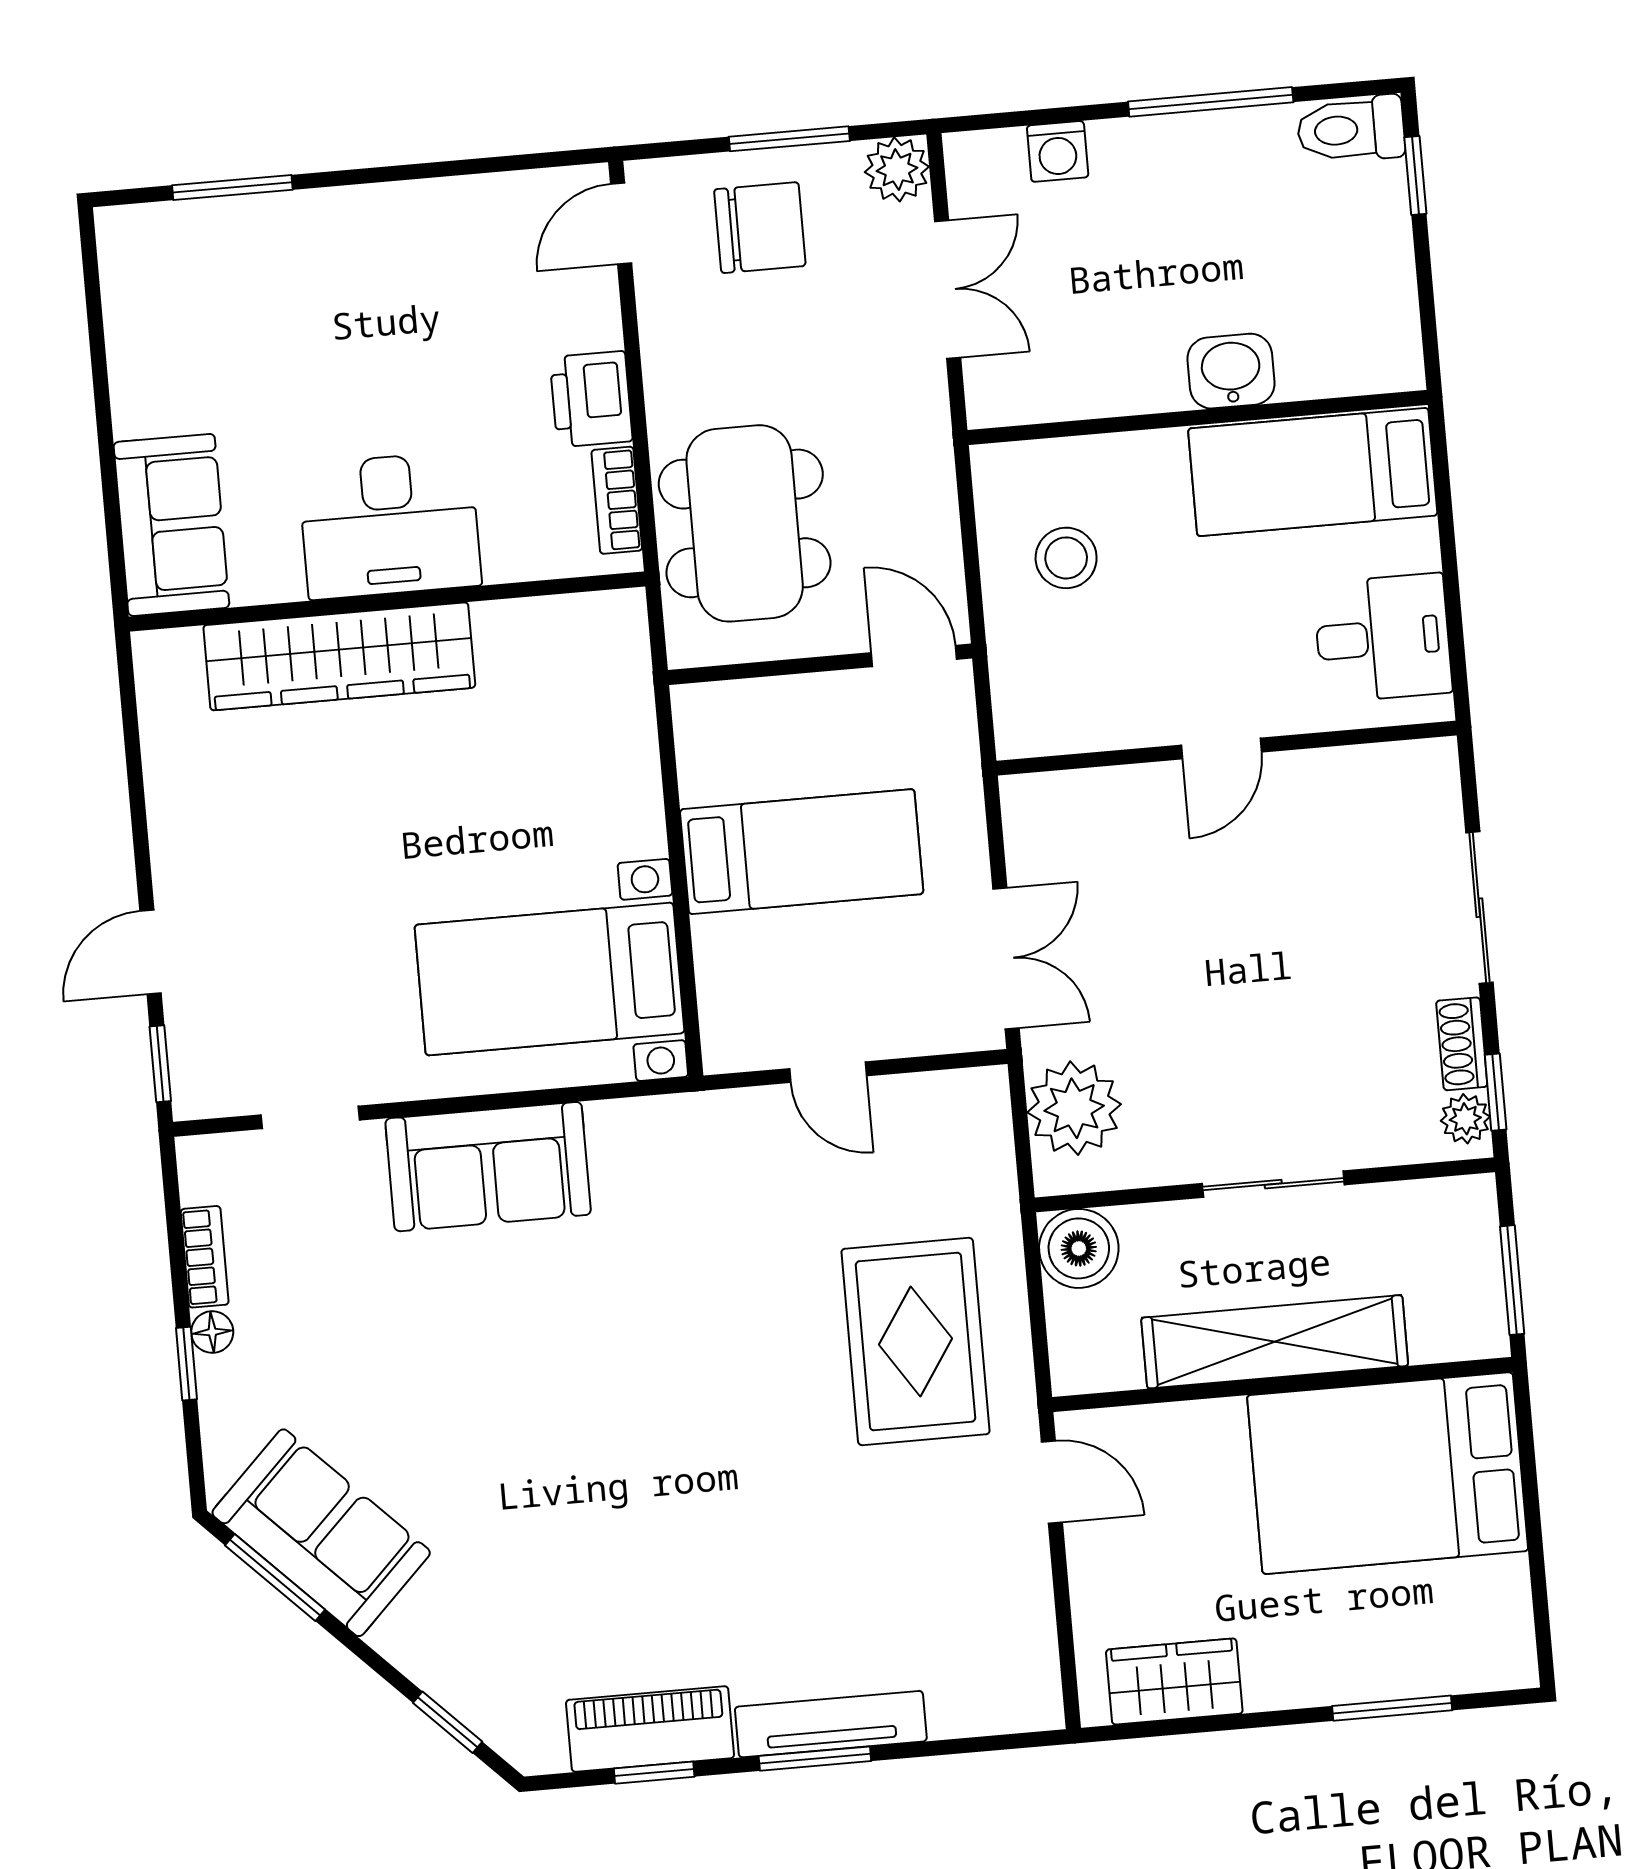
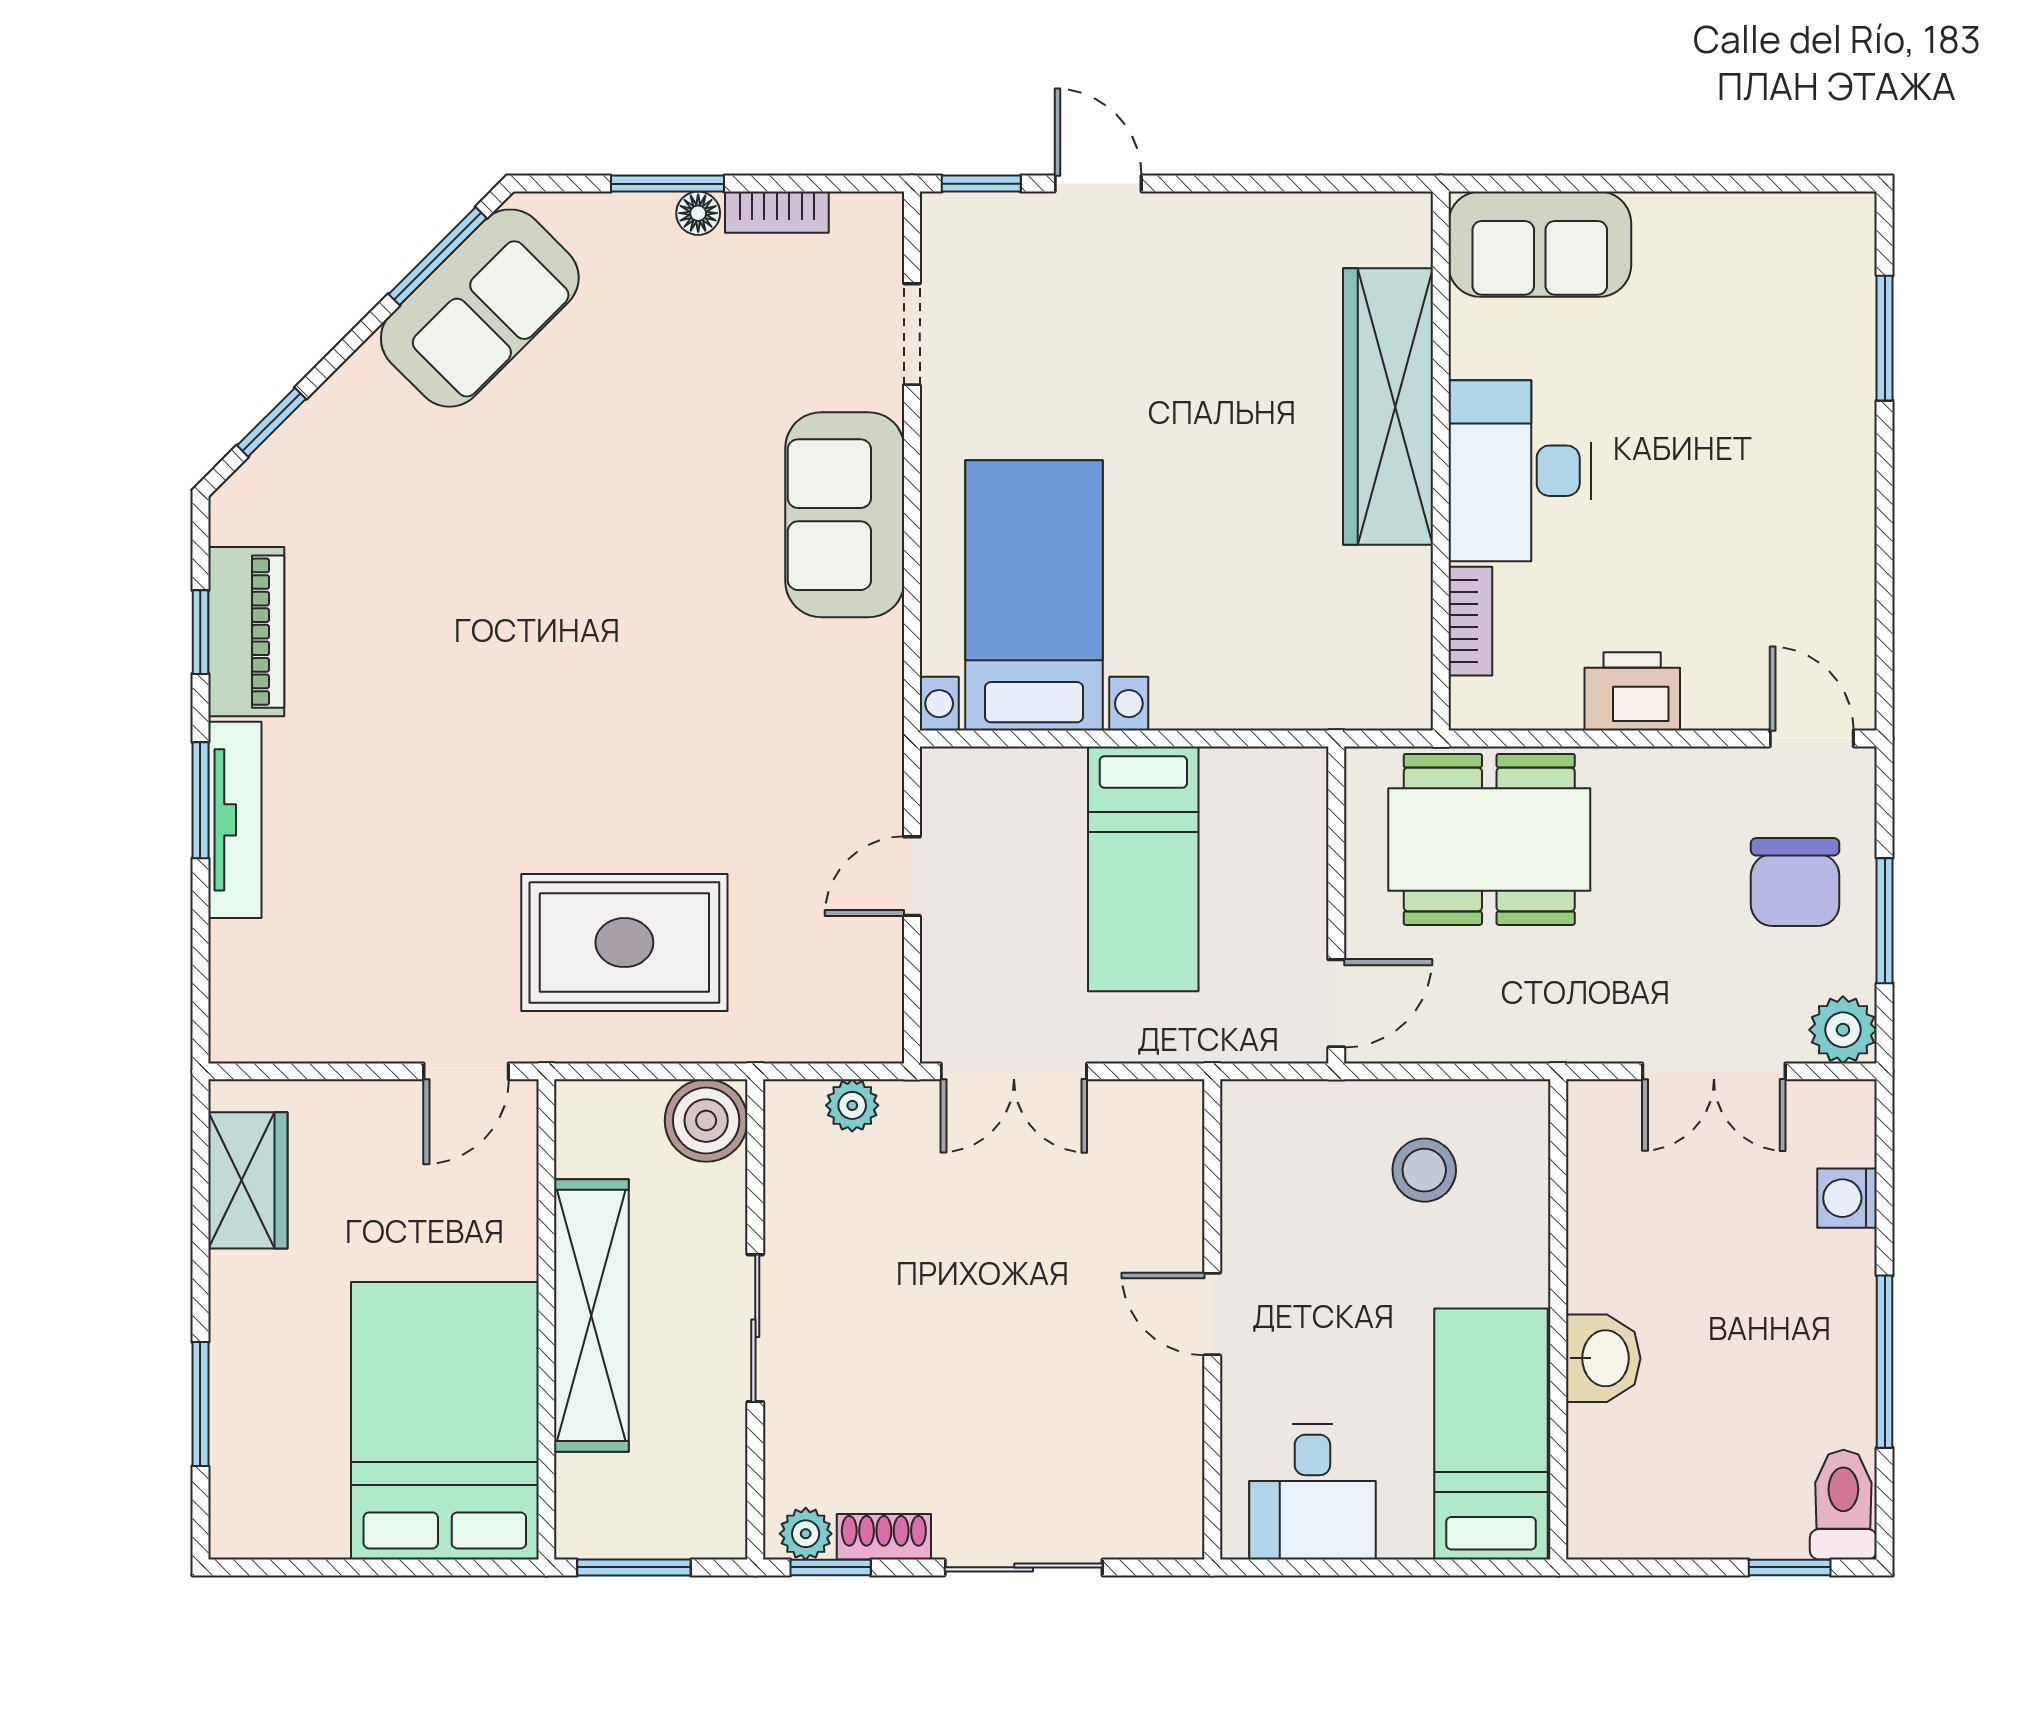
bookcase: (617, 500) -> (1470, 621), moved, turned 90
plant: (1074, 1108) -> (852, 1105), width x0.53, depth x0.53
window: (186, 1364) -> (668, 184), width x1.50

